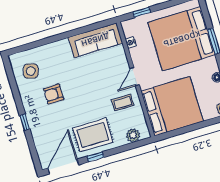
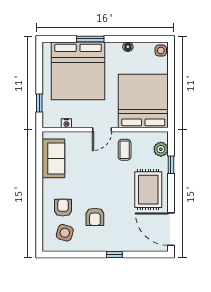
sofa: (95, 40) -> (53, 158), width x0.73
armchair: (53, 63) -> (63, 208), added
door: (135, 77) -> (102, 130), hinge flipped
window: (95, 157) -> (171, 165), moved

